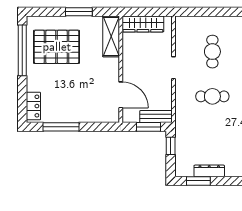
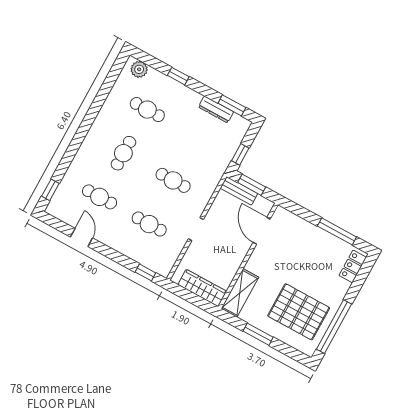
window: (194, 12) -> (145, 272), added
cafe table: (212, 52) -> (149, 224), turned 90

